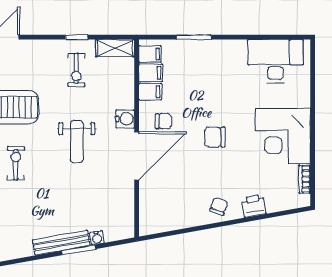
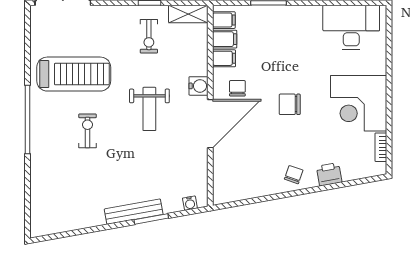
chair: (163, 121) -> (237, 88), turned -90
water cooler: (97, 238) -> (190, 203), moved

